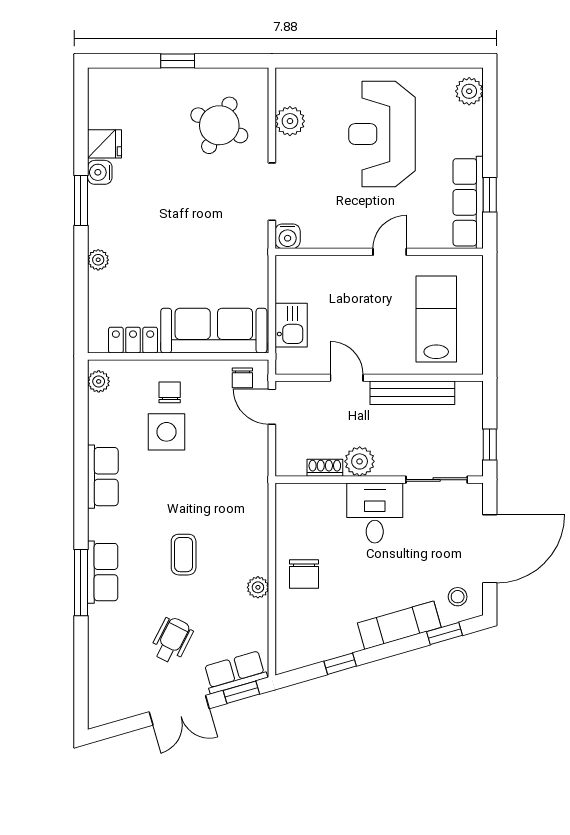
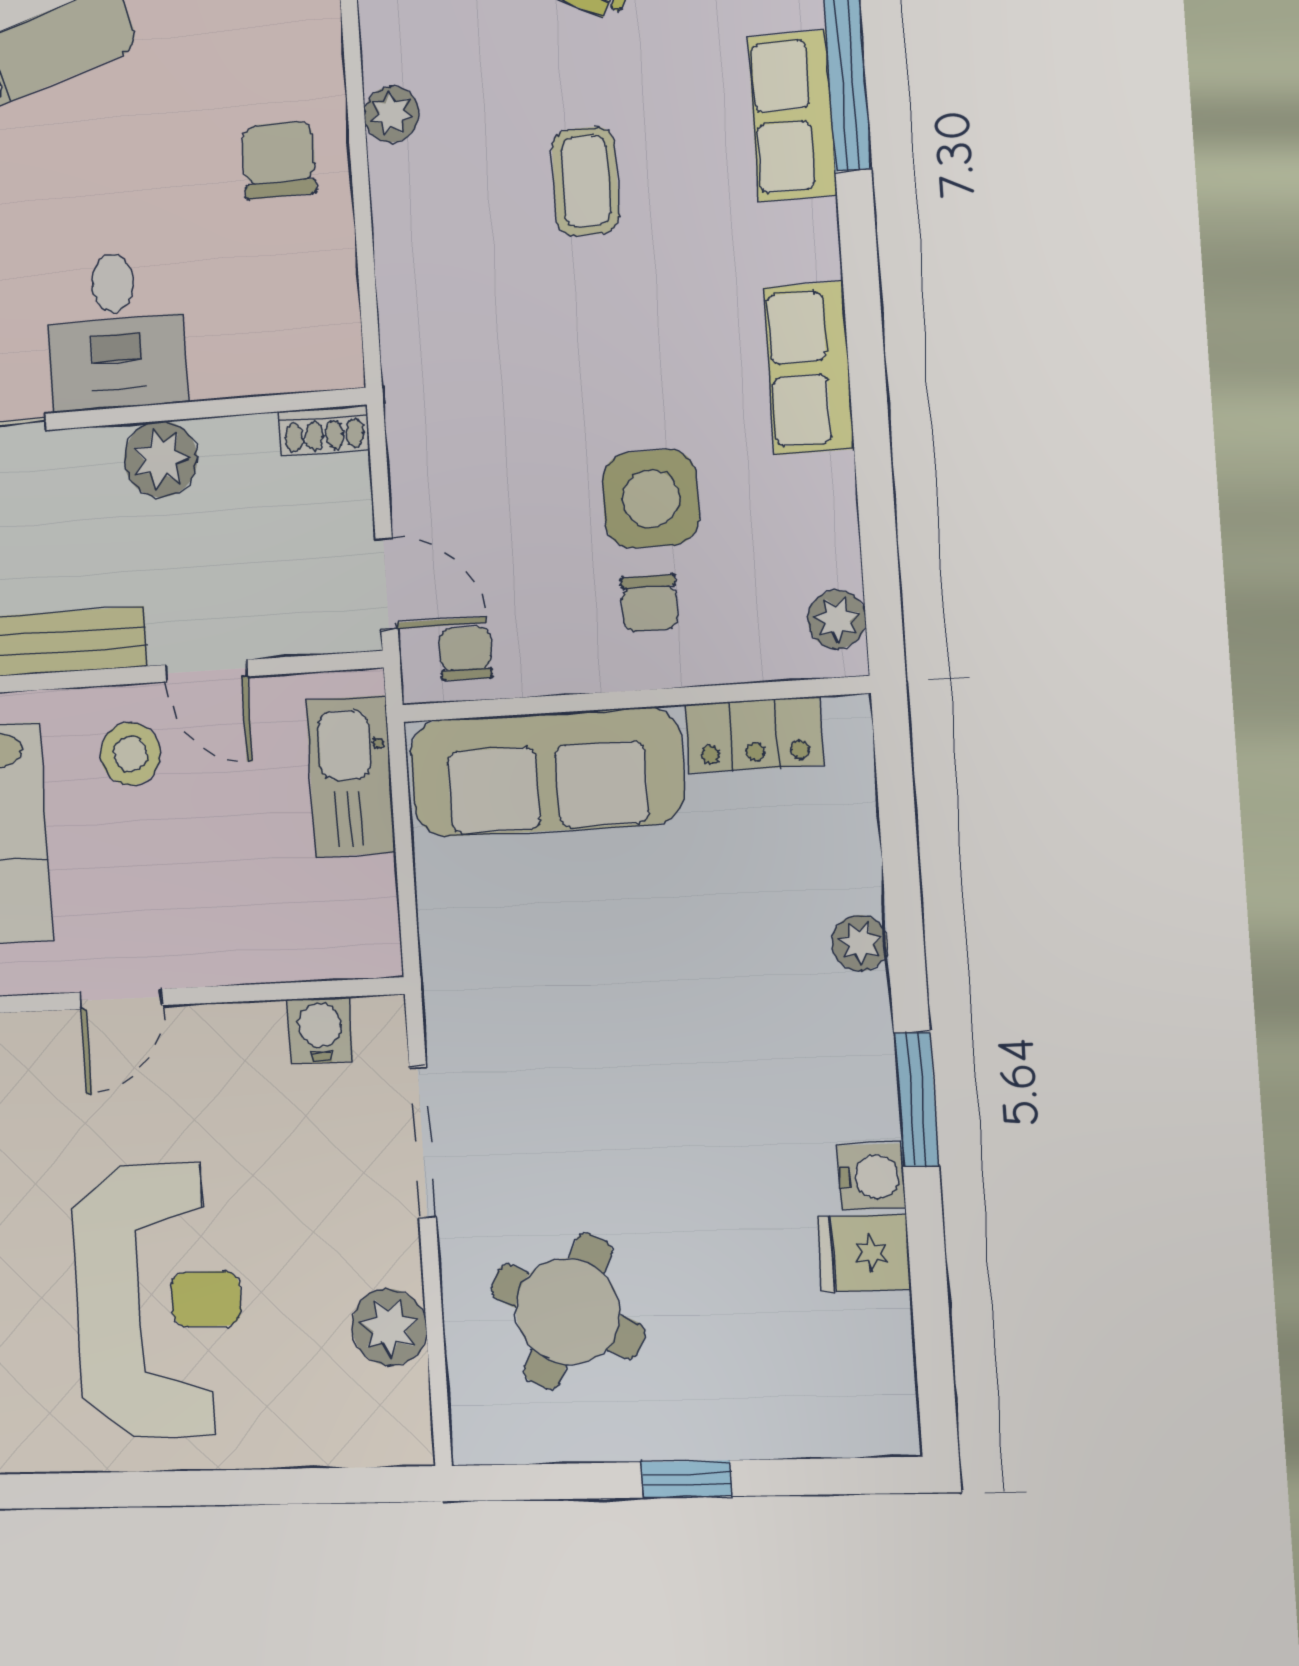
water cooler: (288, 236) -> (320, 1030), moved
kitchen sink: (291, 325) -> (351, 776), width x1.38
stool: (380, 347) -> (130, 754), added
shoe rack: (325, 468) -> (324, 430), moved

